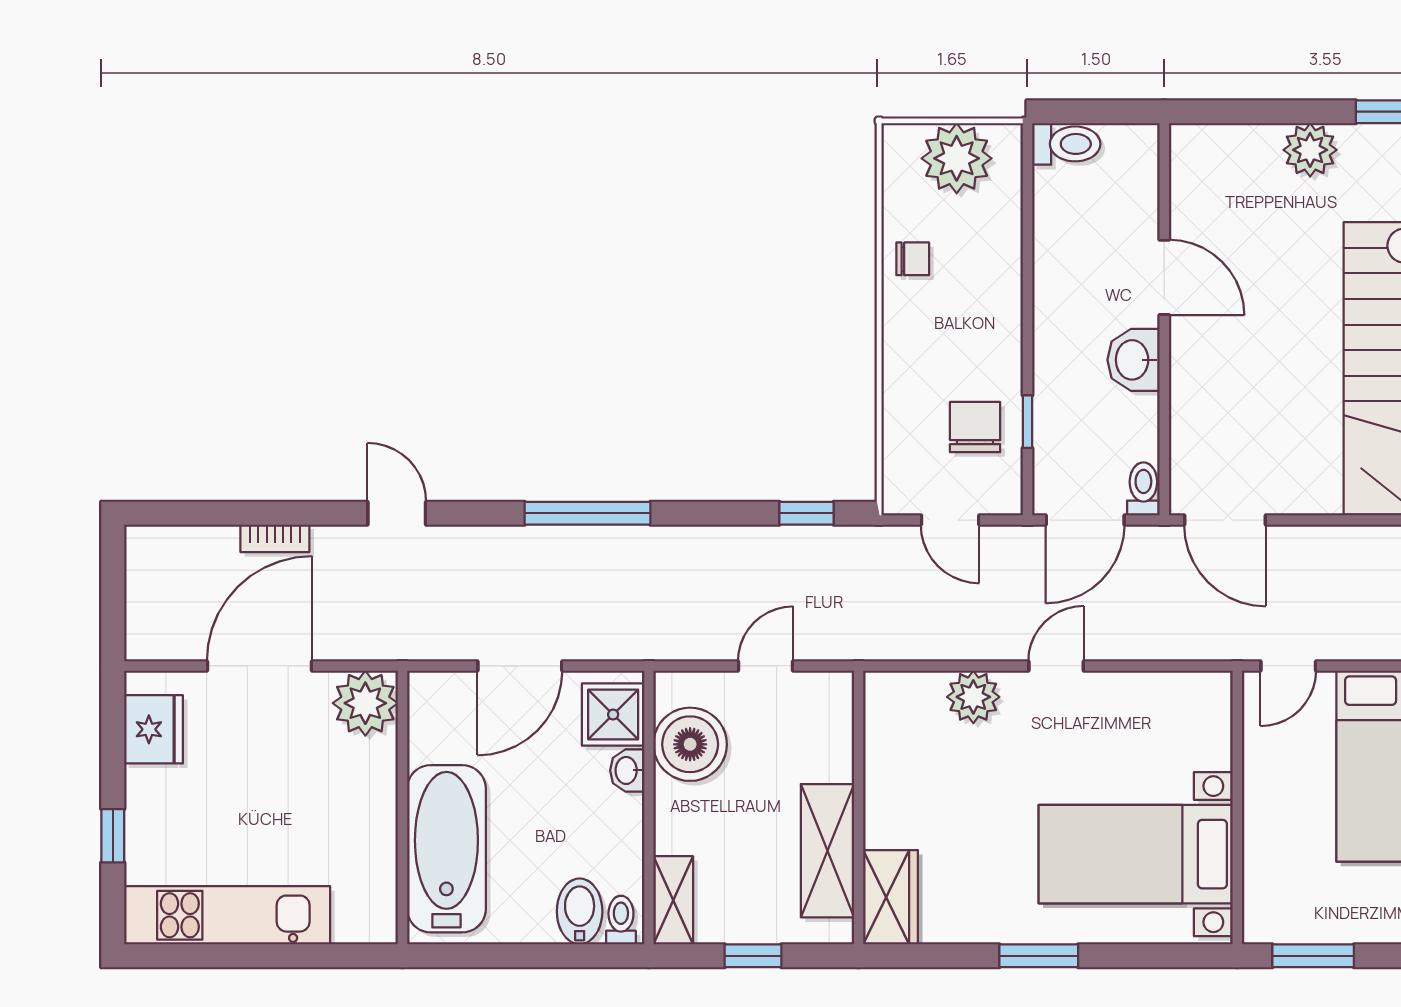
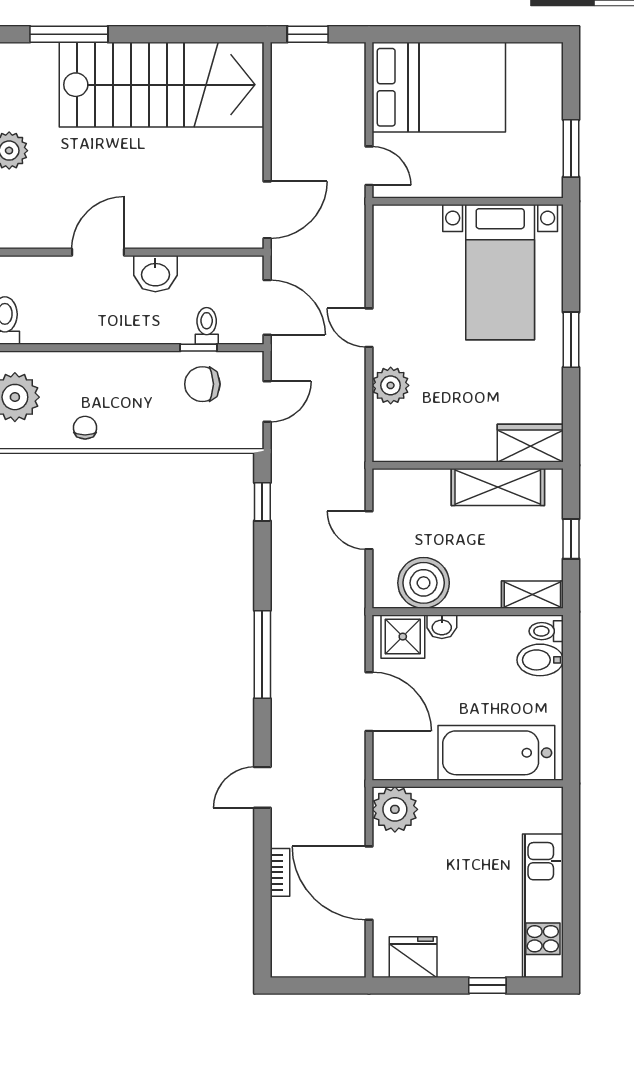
toilet: (1143, 489) -> (207, 326), moved, turned 90

